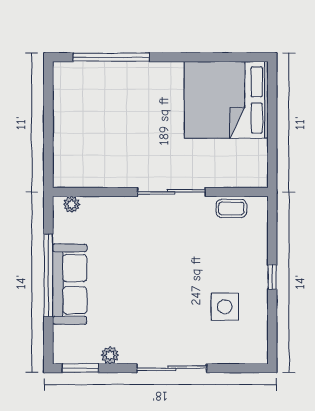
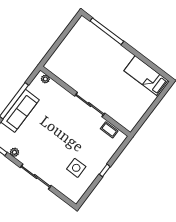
bed: (226, 100) -> (147, 76), width x0.49

